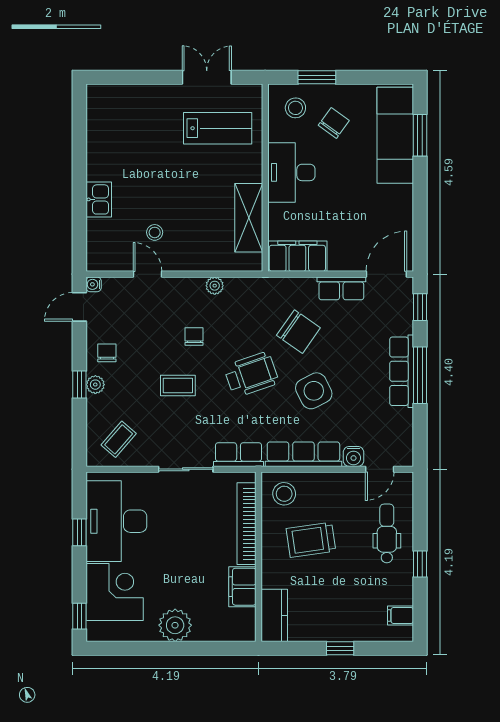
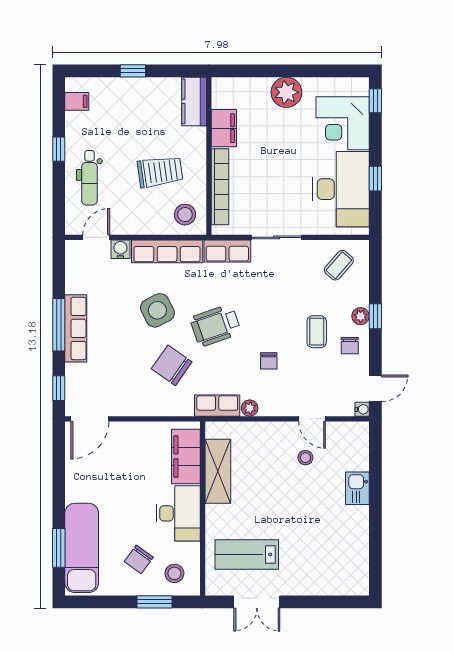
filing cabinet: (297, 256) -> (186, 456), moved, turned 90
row of seats: (341, 288) -> (217, 406), moved
coffee table: (178, 385) -> (317, 332), moved, turned 90

